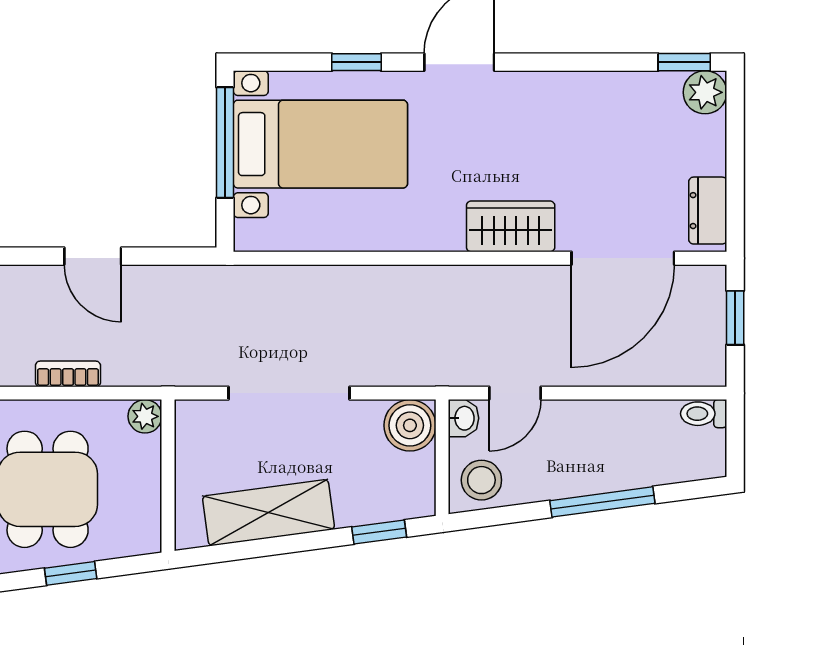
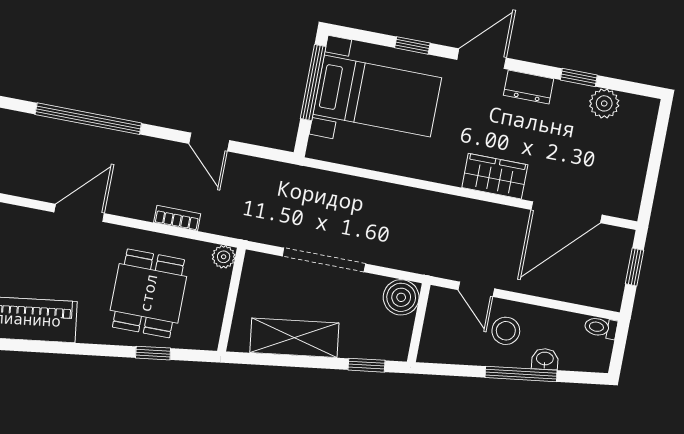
window: (684, 62) -> (579, 77), moved
plant: (705, 92) -> (604, 103), moved
dresser: (708, 211) -> (529, 87), moved, turned -90
door: (515, 393) -> (476, 289), hinge flipped
washbasin: (464, 418) -> (545, 359), moved, turned -98
stool: (481, 480) -> (506, 331), moved

